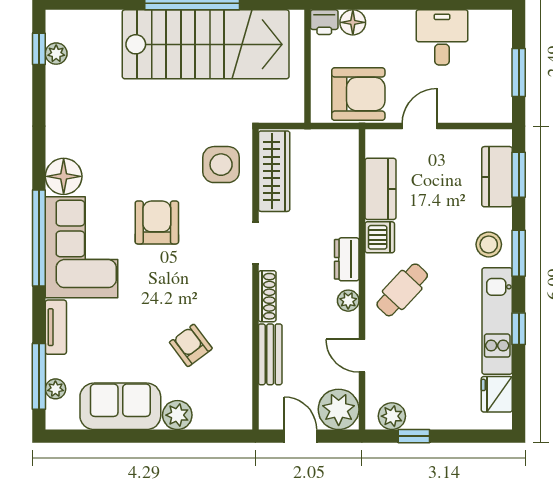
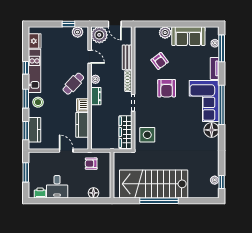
printer: (324, 22) -> (40, 193), moved
armchair: (358, 94) -> (91, 164), width x0.53, depth x0.53
door: (420, 126) -> (66, 151), swing flipped
armchair: (157, 222) -> (167, 88), moved

